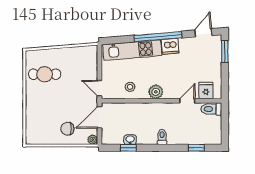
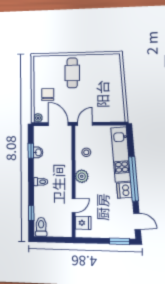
cafe table: (45, 74) -> (72, 73), moved
door: (187, 101) -> (74, 205), hinge flipped
toilet: (211, 109) -> (41, 227), moved

